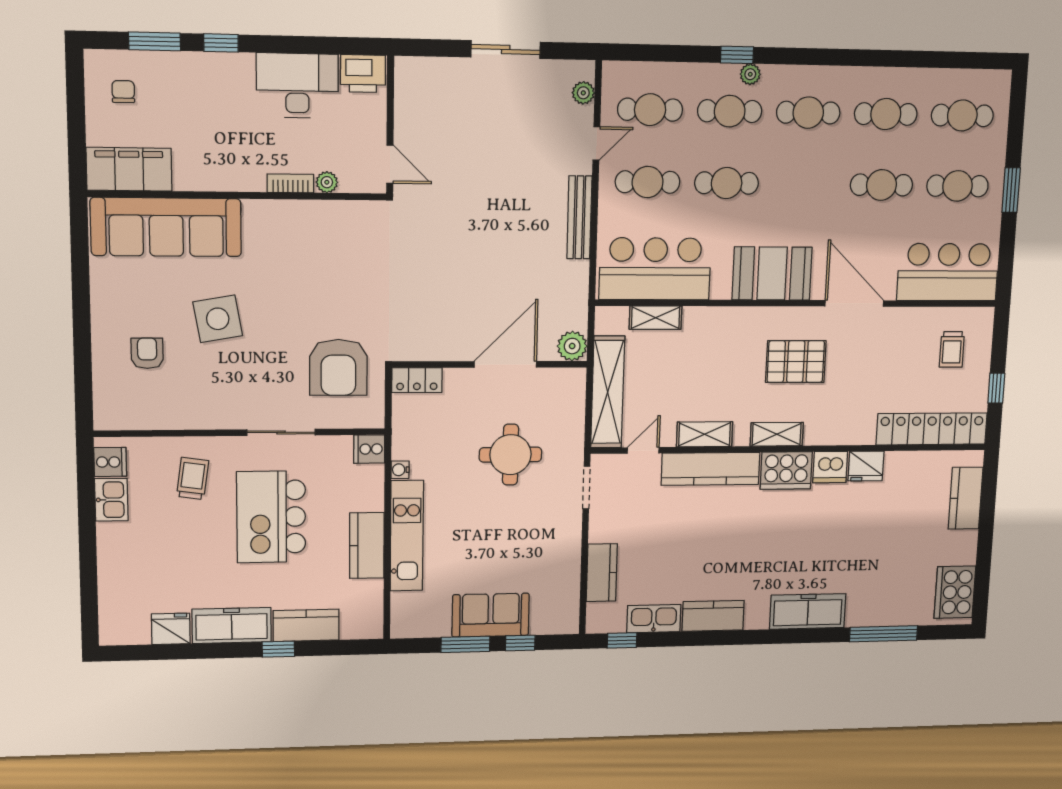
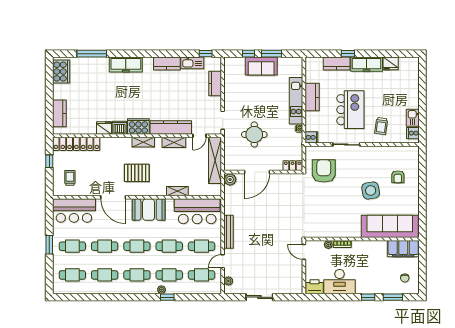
cafe table: (805, 184) -> (137, 246), added
shelving: (656, 318) -> (177, 191), moved

